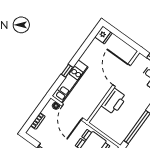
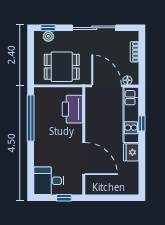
fridge: (103, 35) -> (131, 152), moved
printer: (114, 101) -> (72, 109), moved

